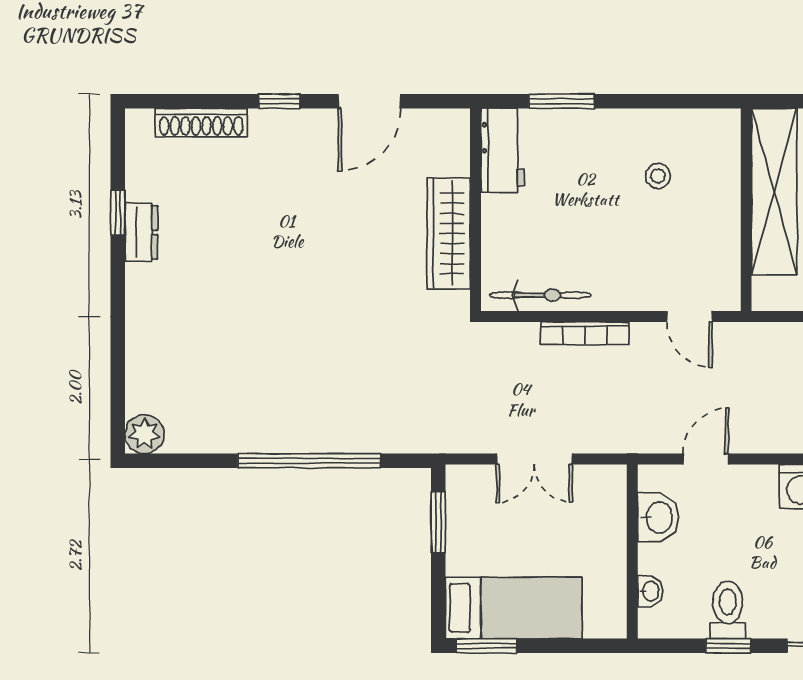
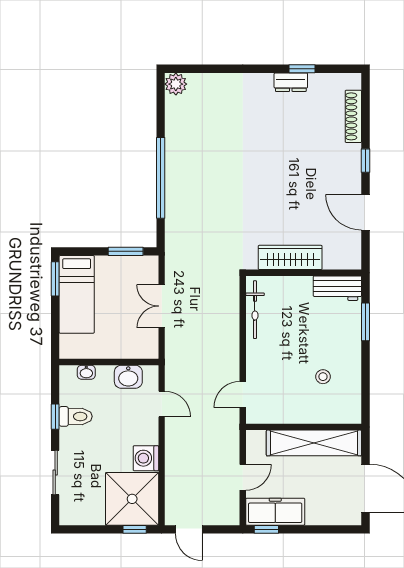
bookcase: (585, 333) -> (233, 335), removed

